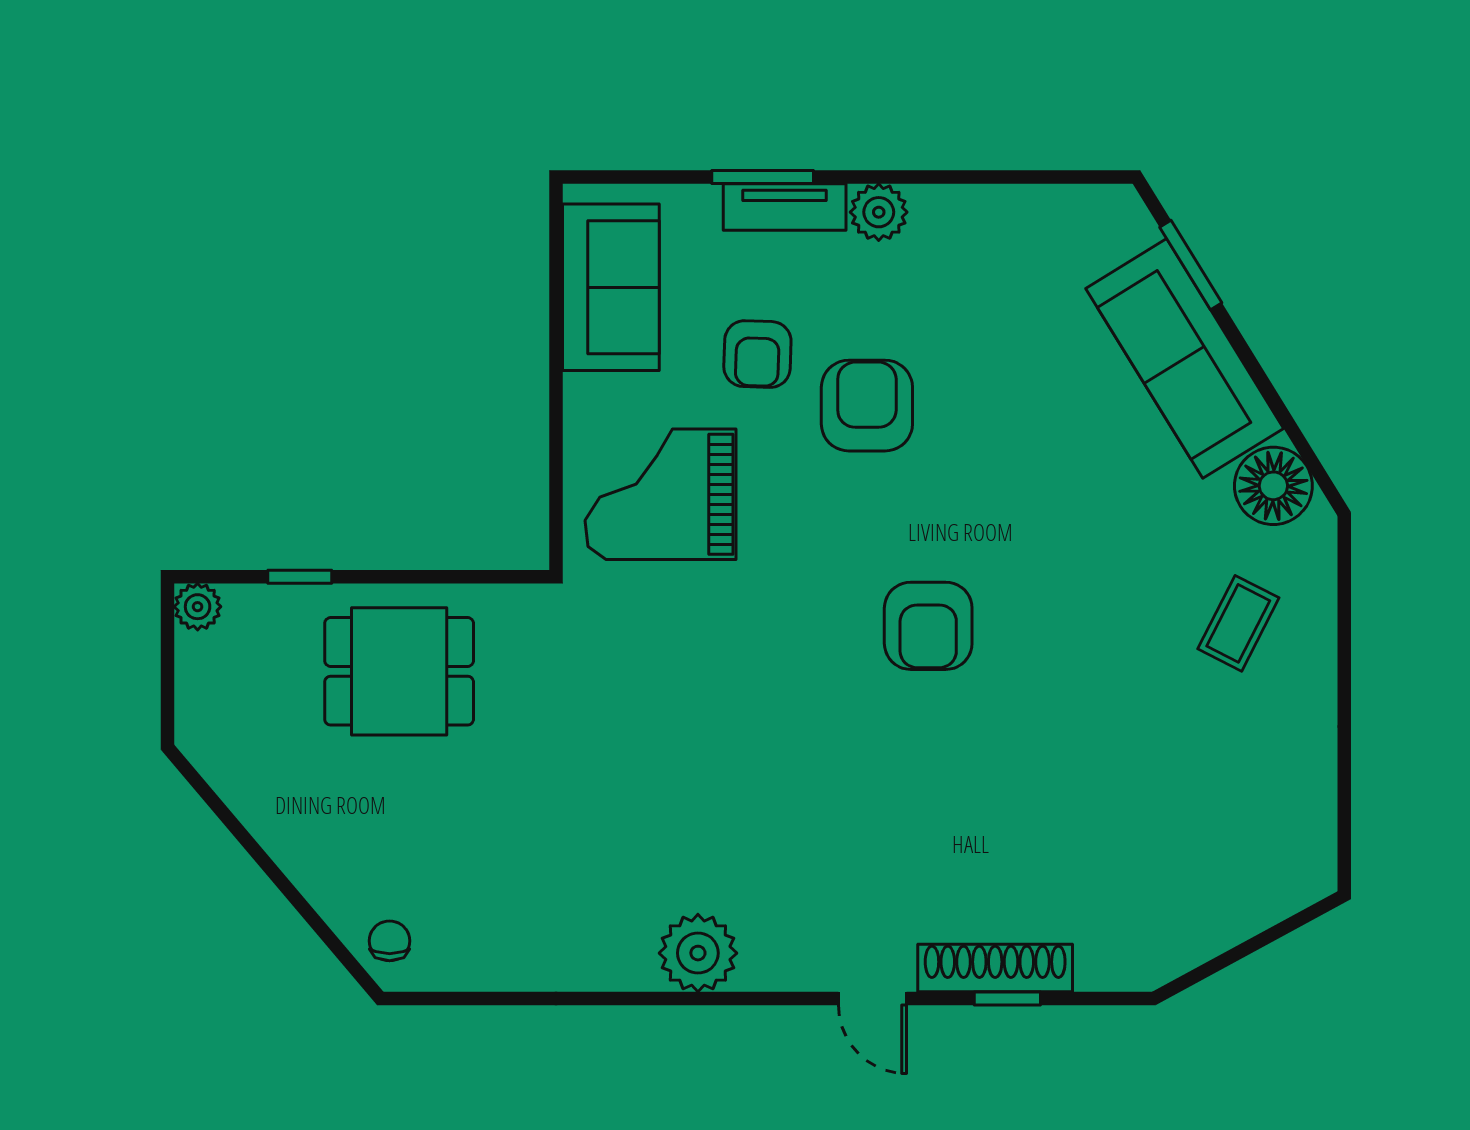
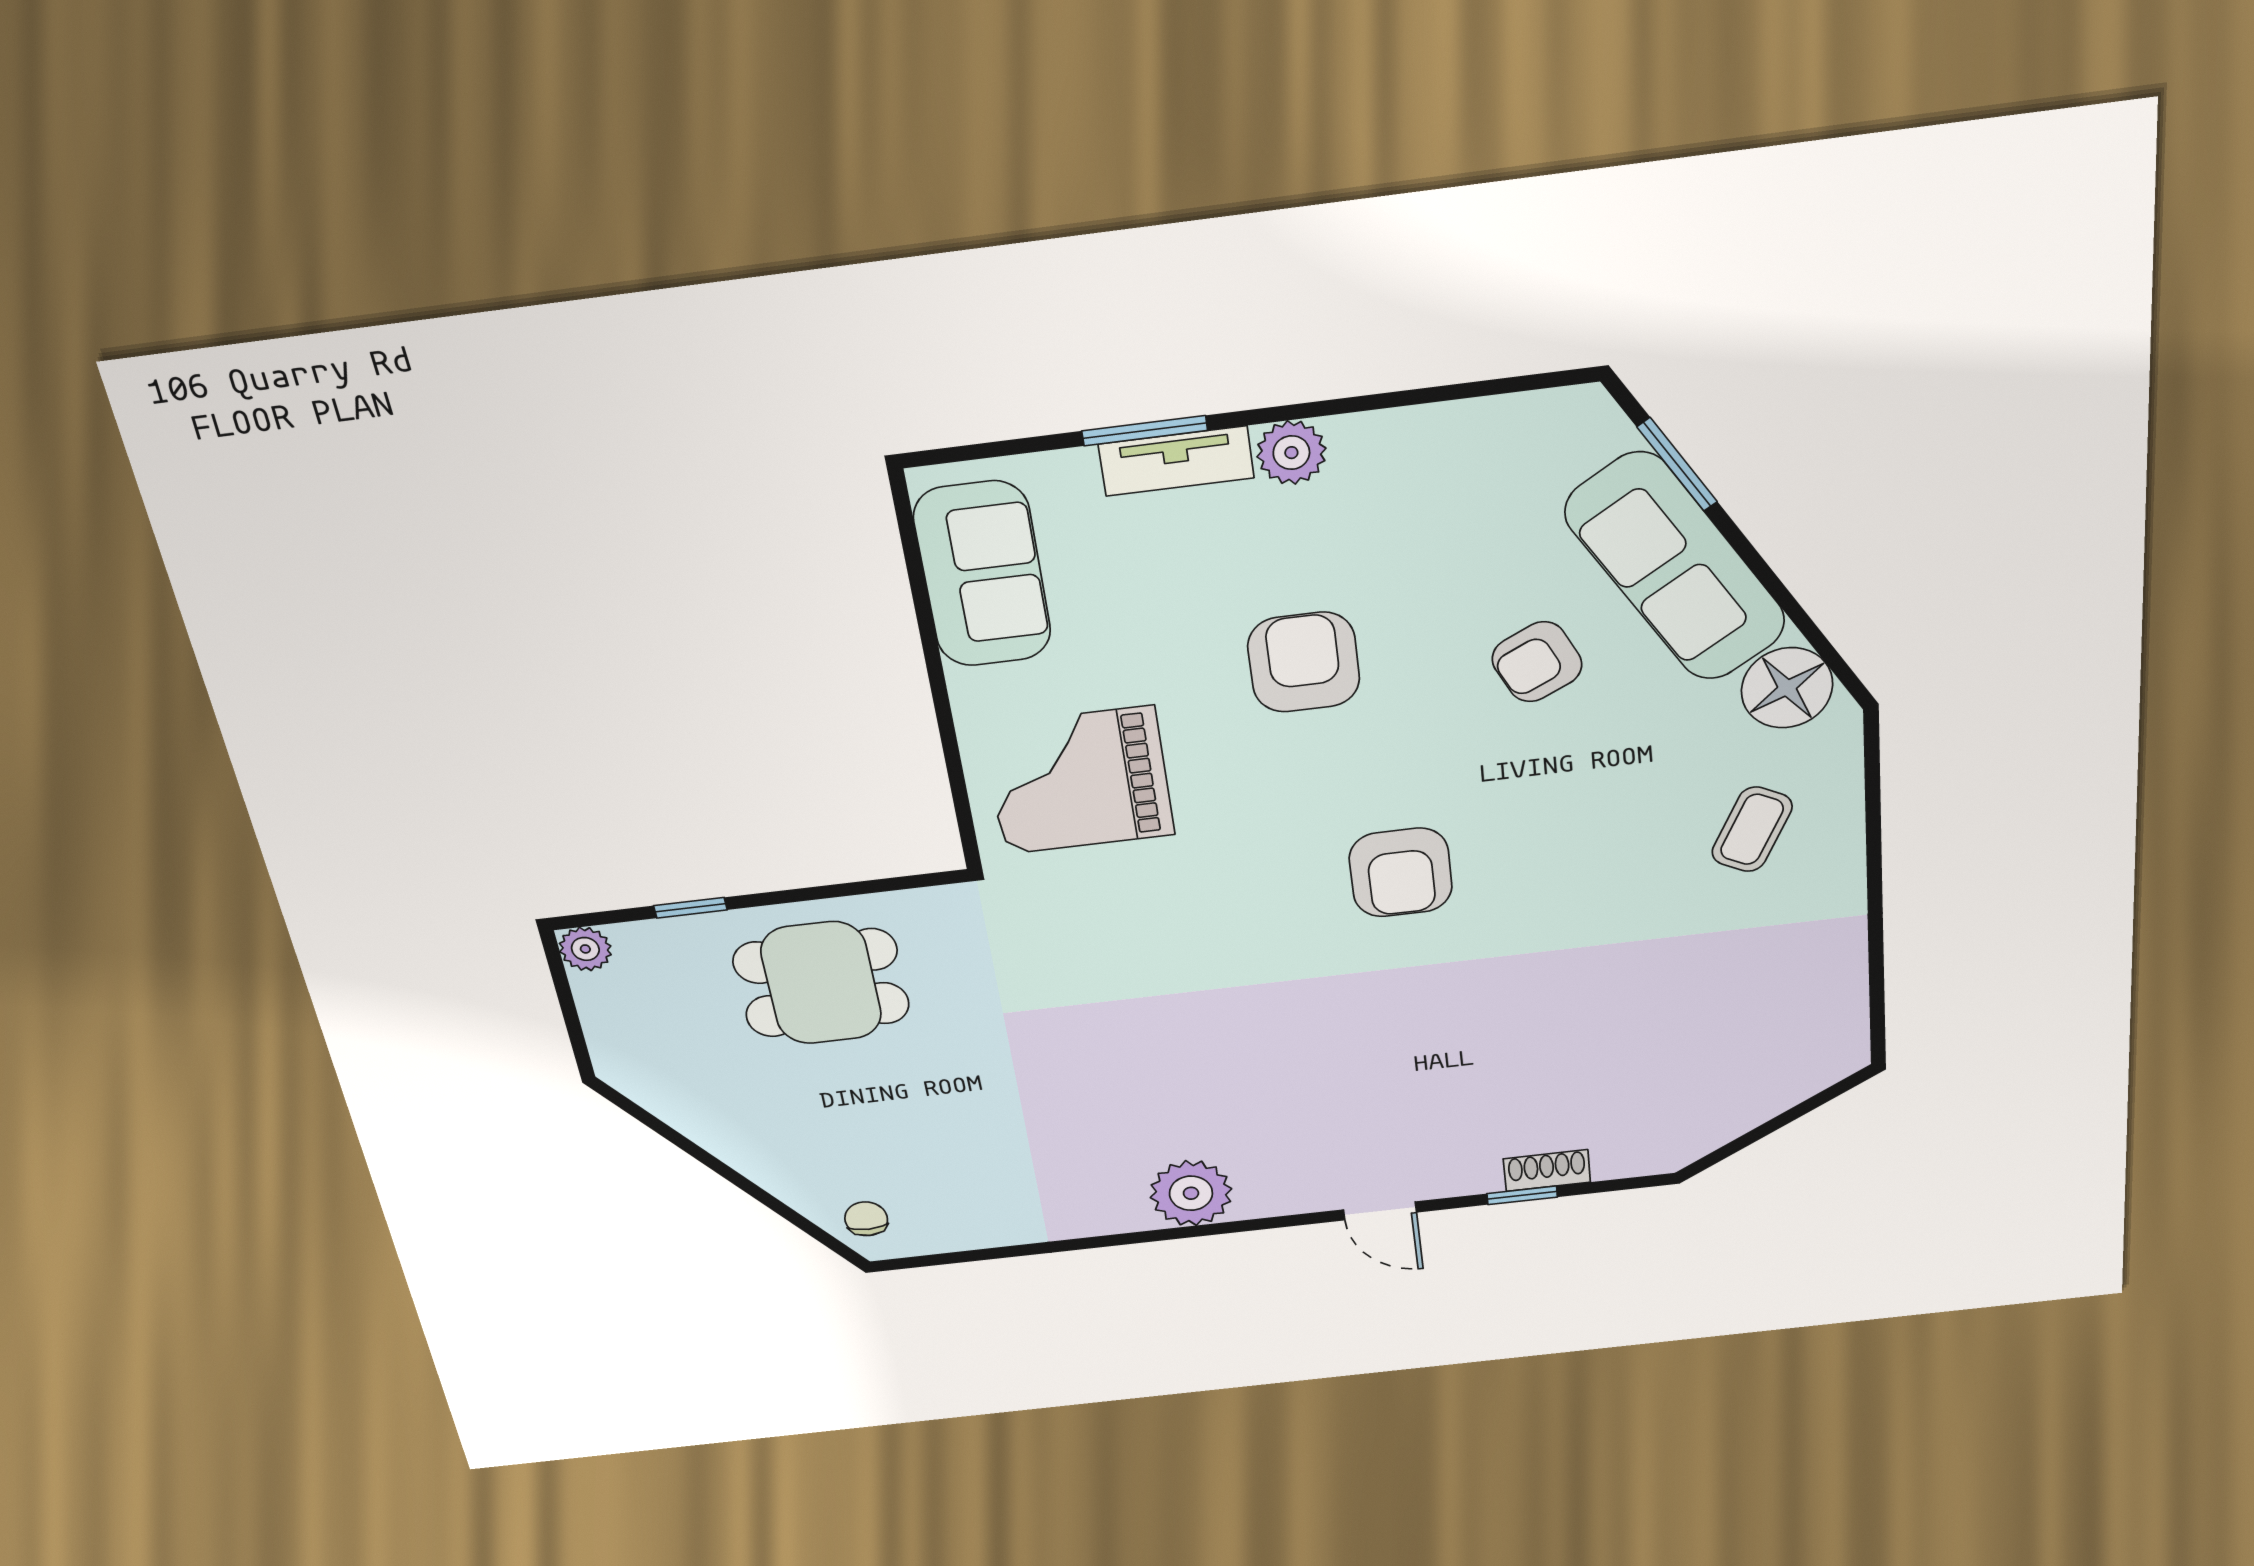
armchair: (757, 354) -> (1537, 662), moved, turned 62
shoe rack: (995, 968) -> (1547, 1171), width x0.51, depth x0.81

